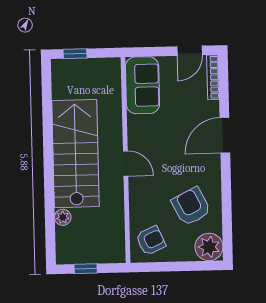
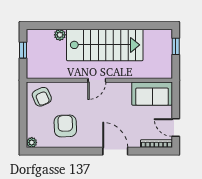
armchair: (191, 206) -> (65, 126), turned -65
plant: (209, 247) -> (32, 142), width x0.53, depth x0.53

